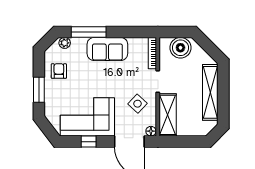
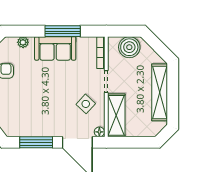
window: (89, 32) -> (63, 31), moved
plant: (65, 43) -> (23, 42), moved
corner sofa: (87, 117) -> (35, 117), removed
window: (89, 142) -> (36, 142), width x2.17

